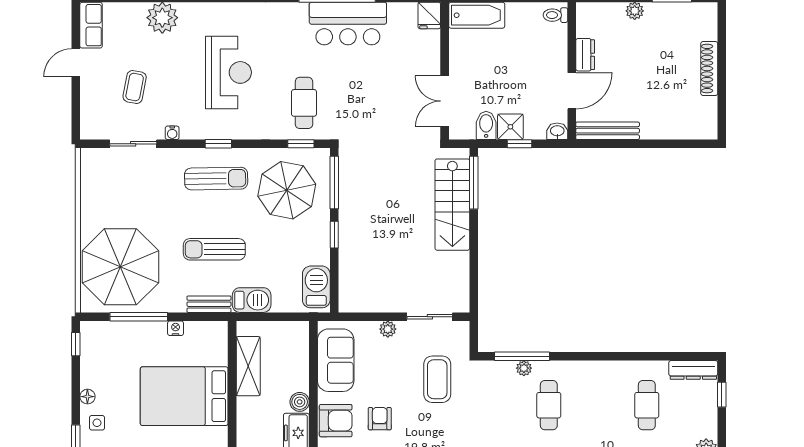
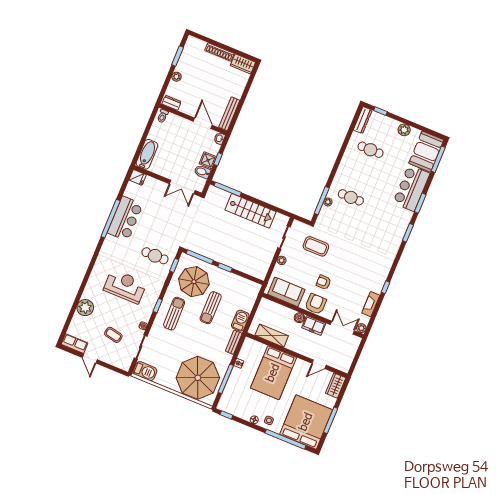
dresser: (585, 55) -> (171, 103), moved
wardrobe: (705, 118) -> (243, 64), added
stairs: (452, 205) -> (251, 211), moved
sun lounger: (214, 249) -> (211, 308), moved
barbecue: (316, 287) -> (145, 371), moved, turned 180

